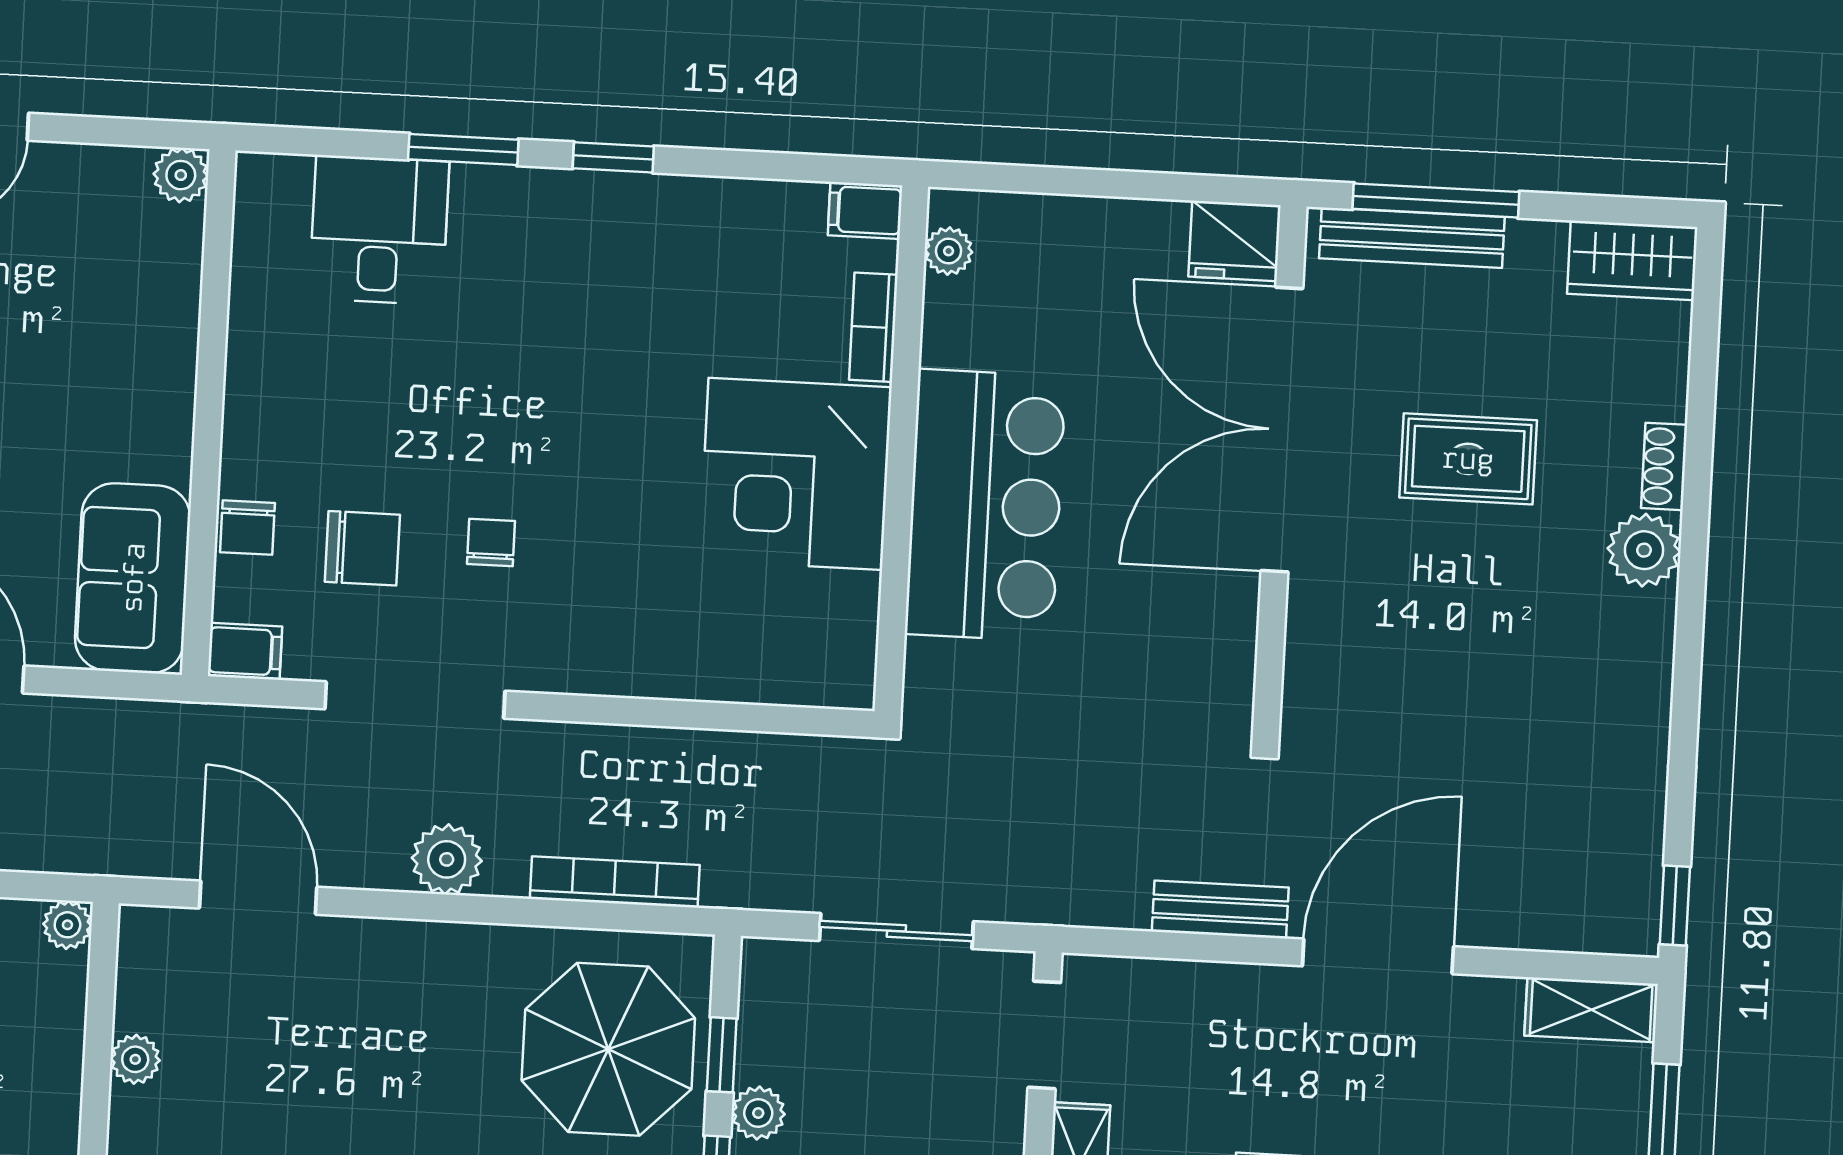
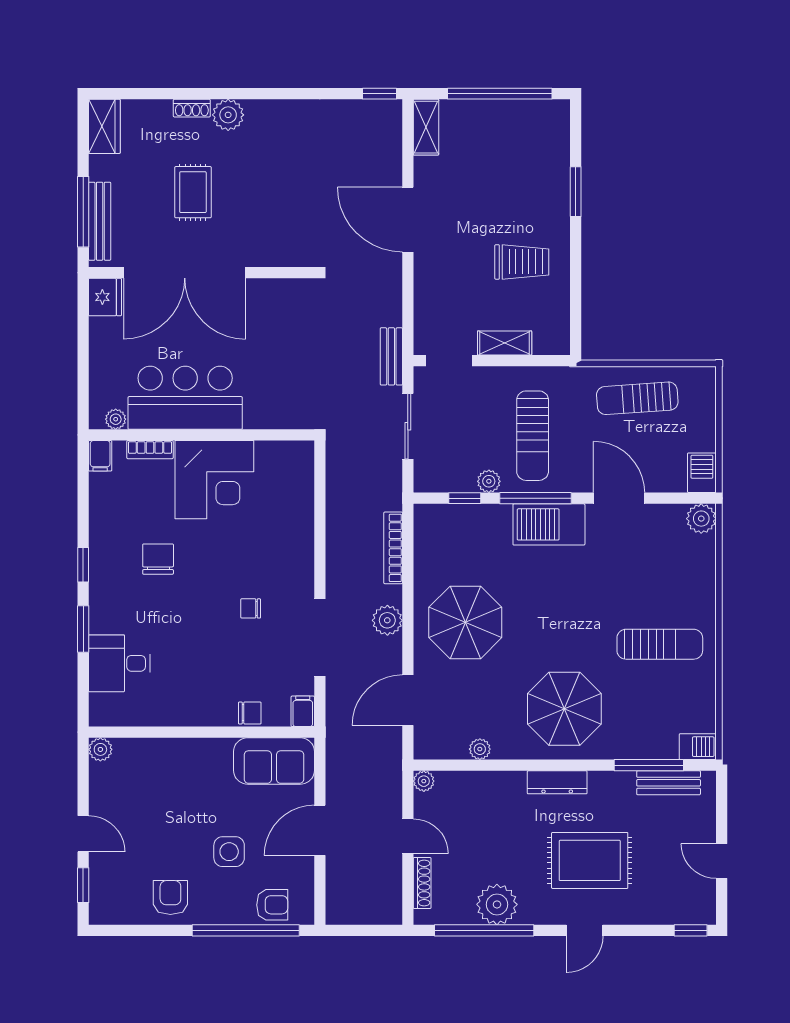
bar counter: (985, 505) -> (185, 398), moved
chair: (362, 548) -> (158, 559), moved
bench: (1220, 909) -> (391, 356), moved
parasol: (608, 1049) -> (465, 622), moved

